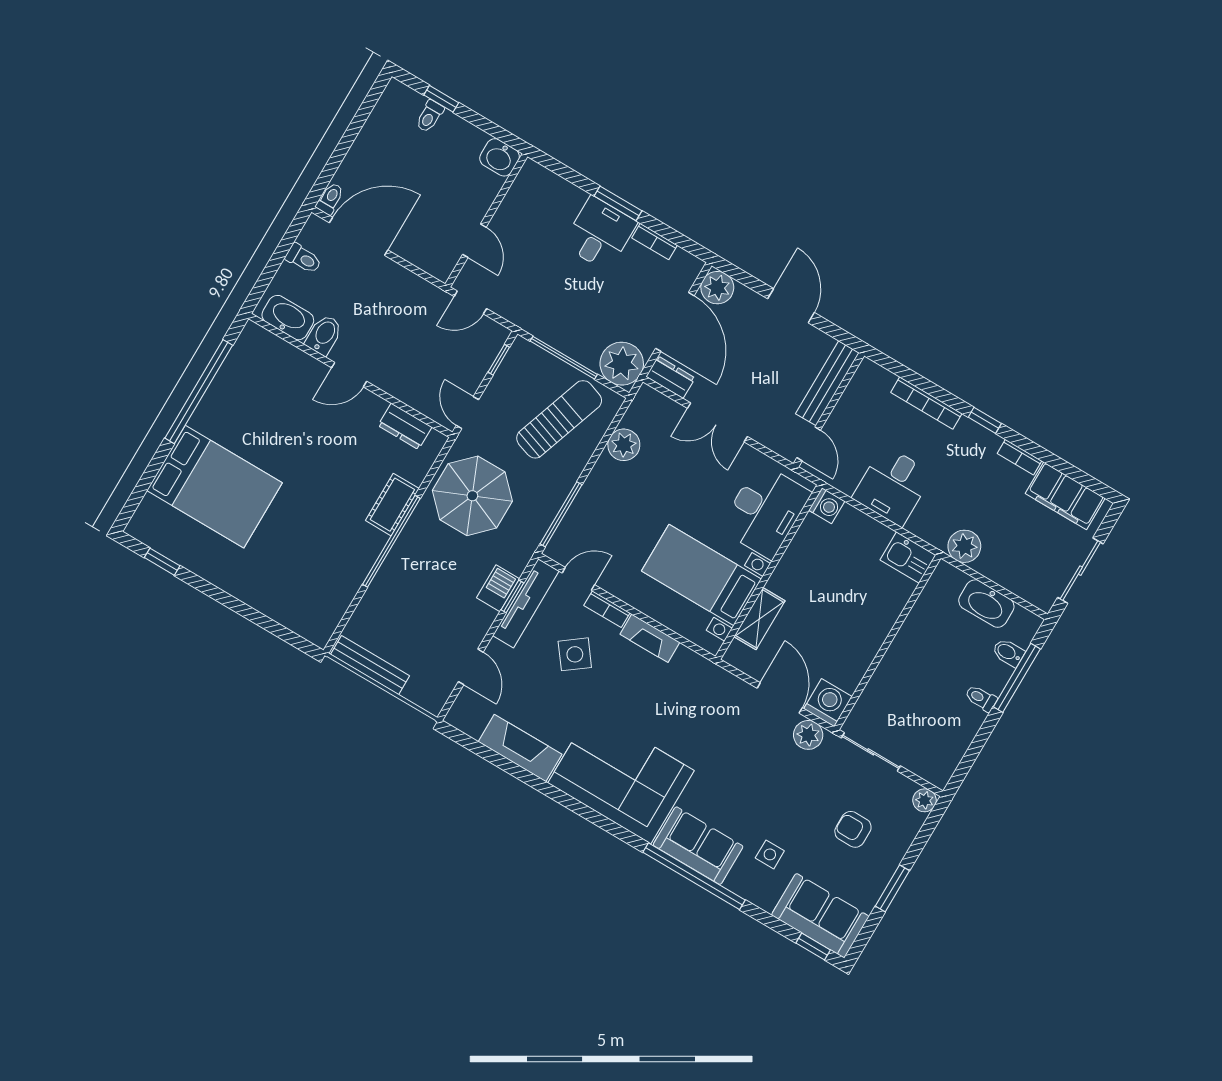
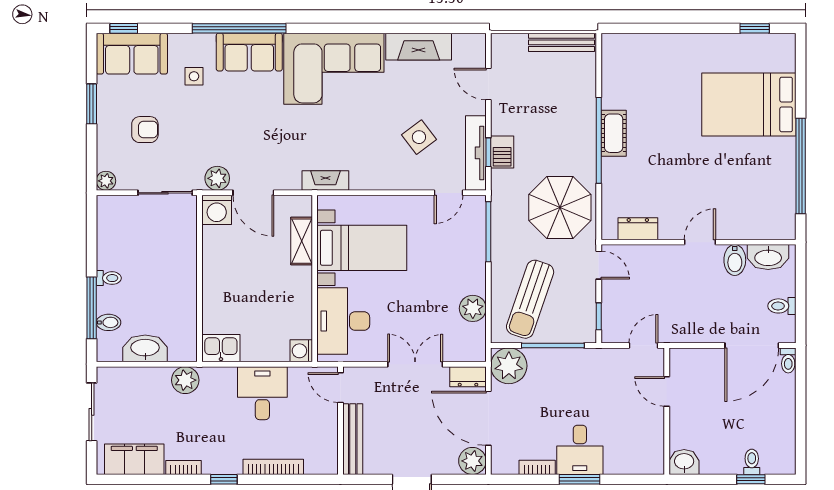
cot: (392, 505) -> (614, 133), moved
bookcase: (607, 609) -> (415, 183), removed
fireplace: (650, 638) -> (325, 181), moved

